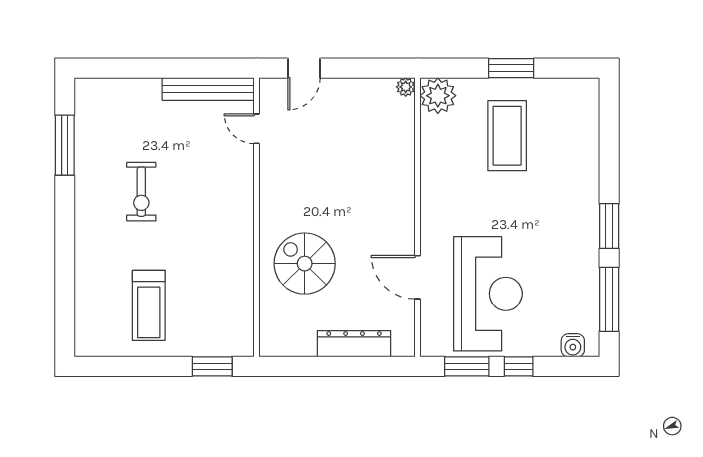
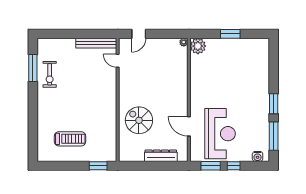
coffee table: (507, 136) -> (229, 64), removed
exercise bike: (141, 192) -> (50, 74), moved
treadmill: (149, 305) -> (70, 139), turned -90

